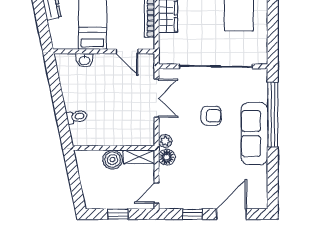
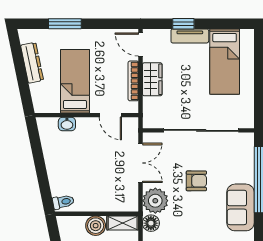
toilet: (77, 117) -> (63, 202), moved
sofa: (254, 134) -> (241, 207), width x0.73
plant: (165, 141) -> (155, 201), width x1.88, depth x1.88

